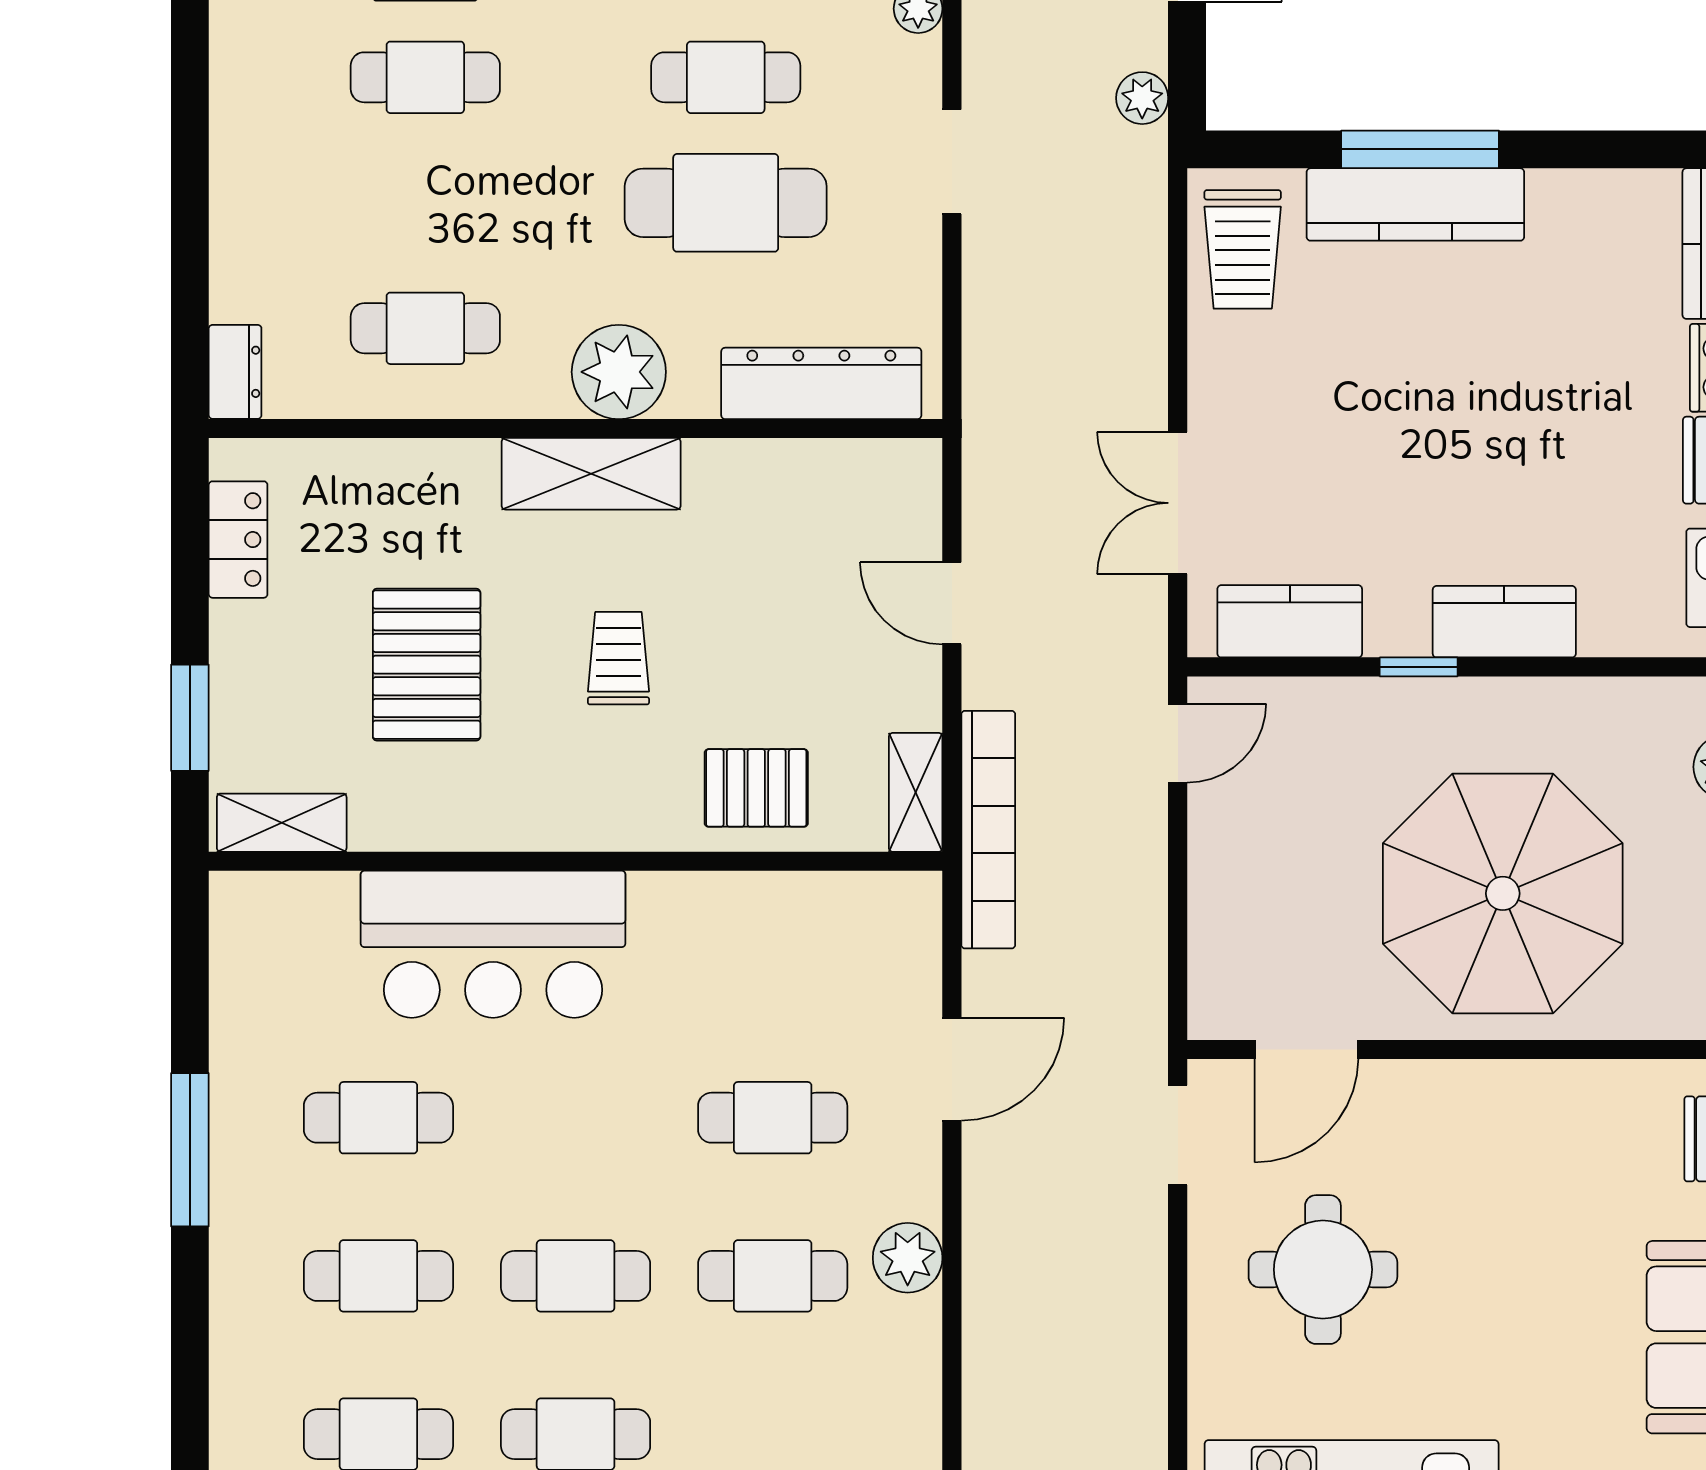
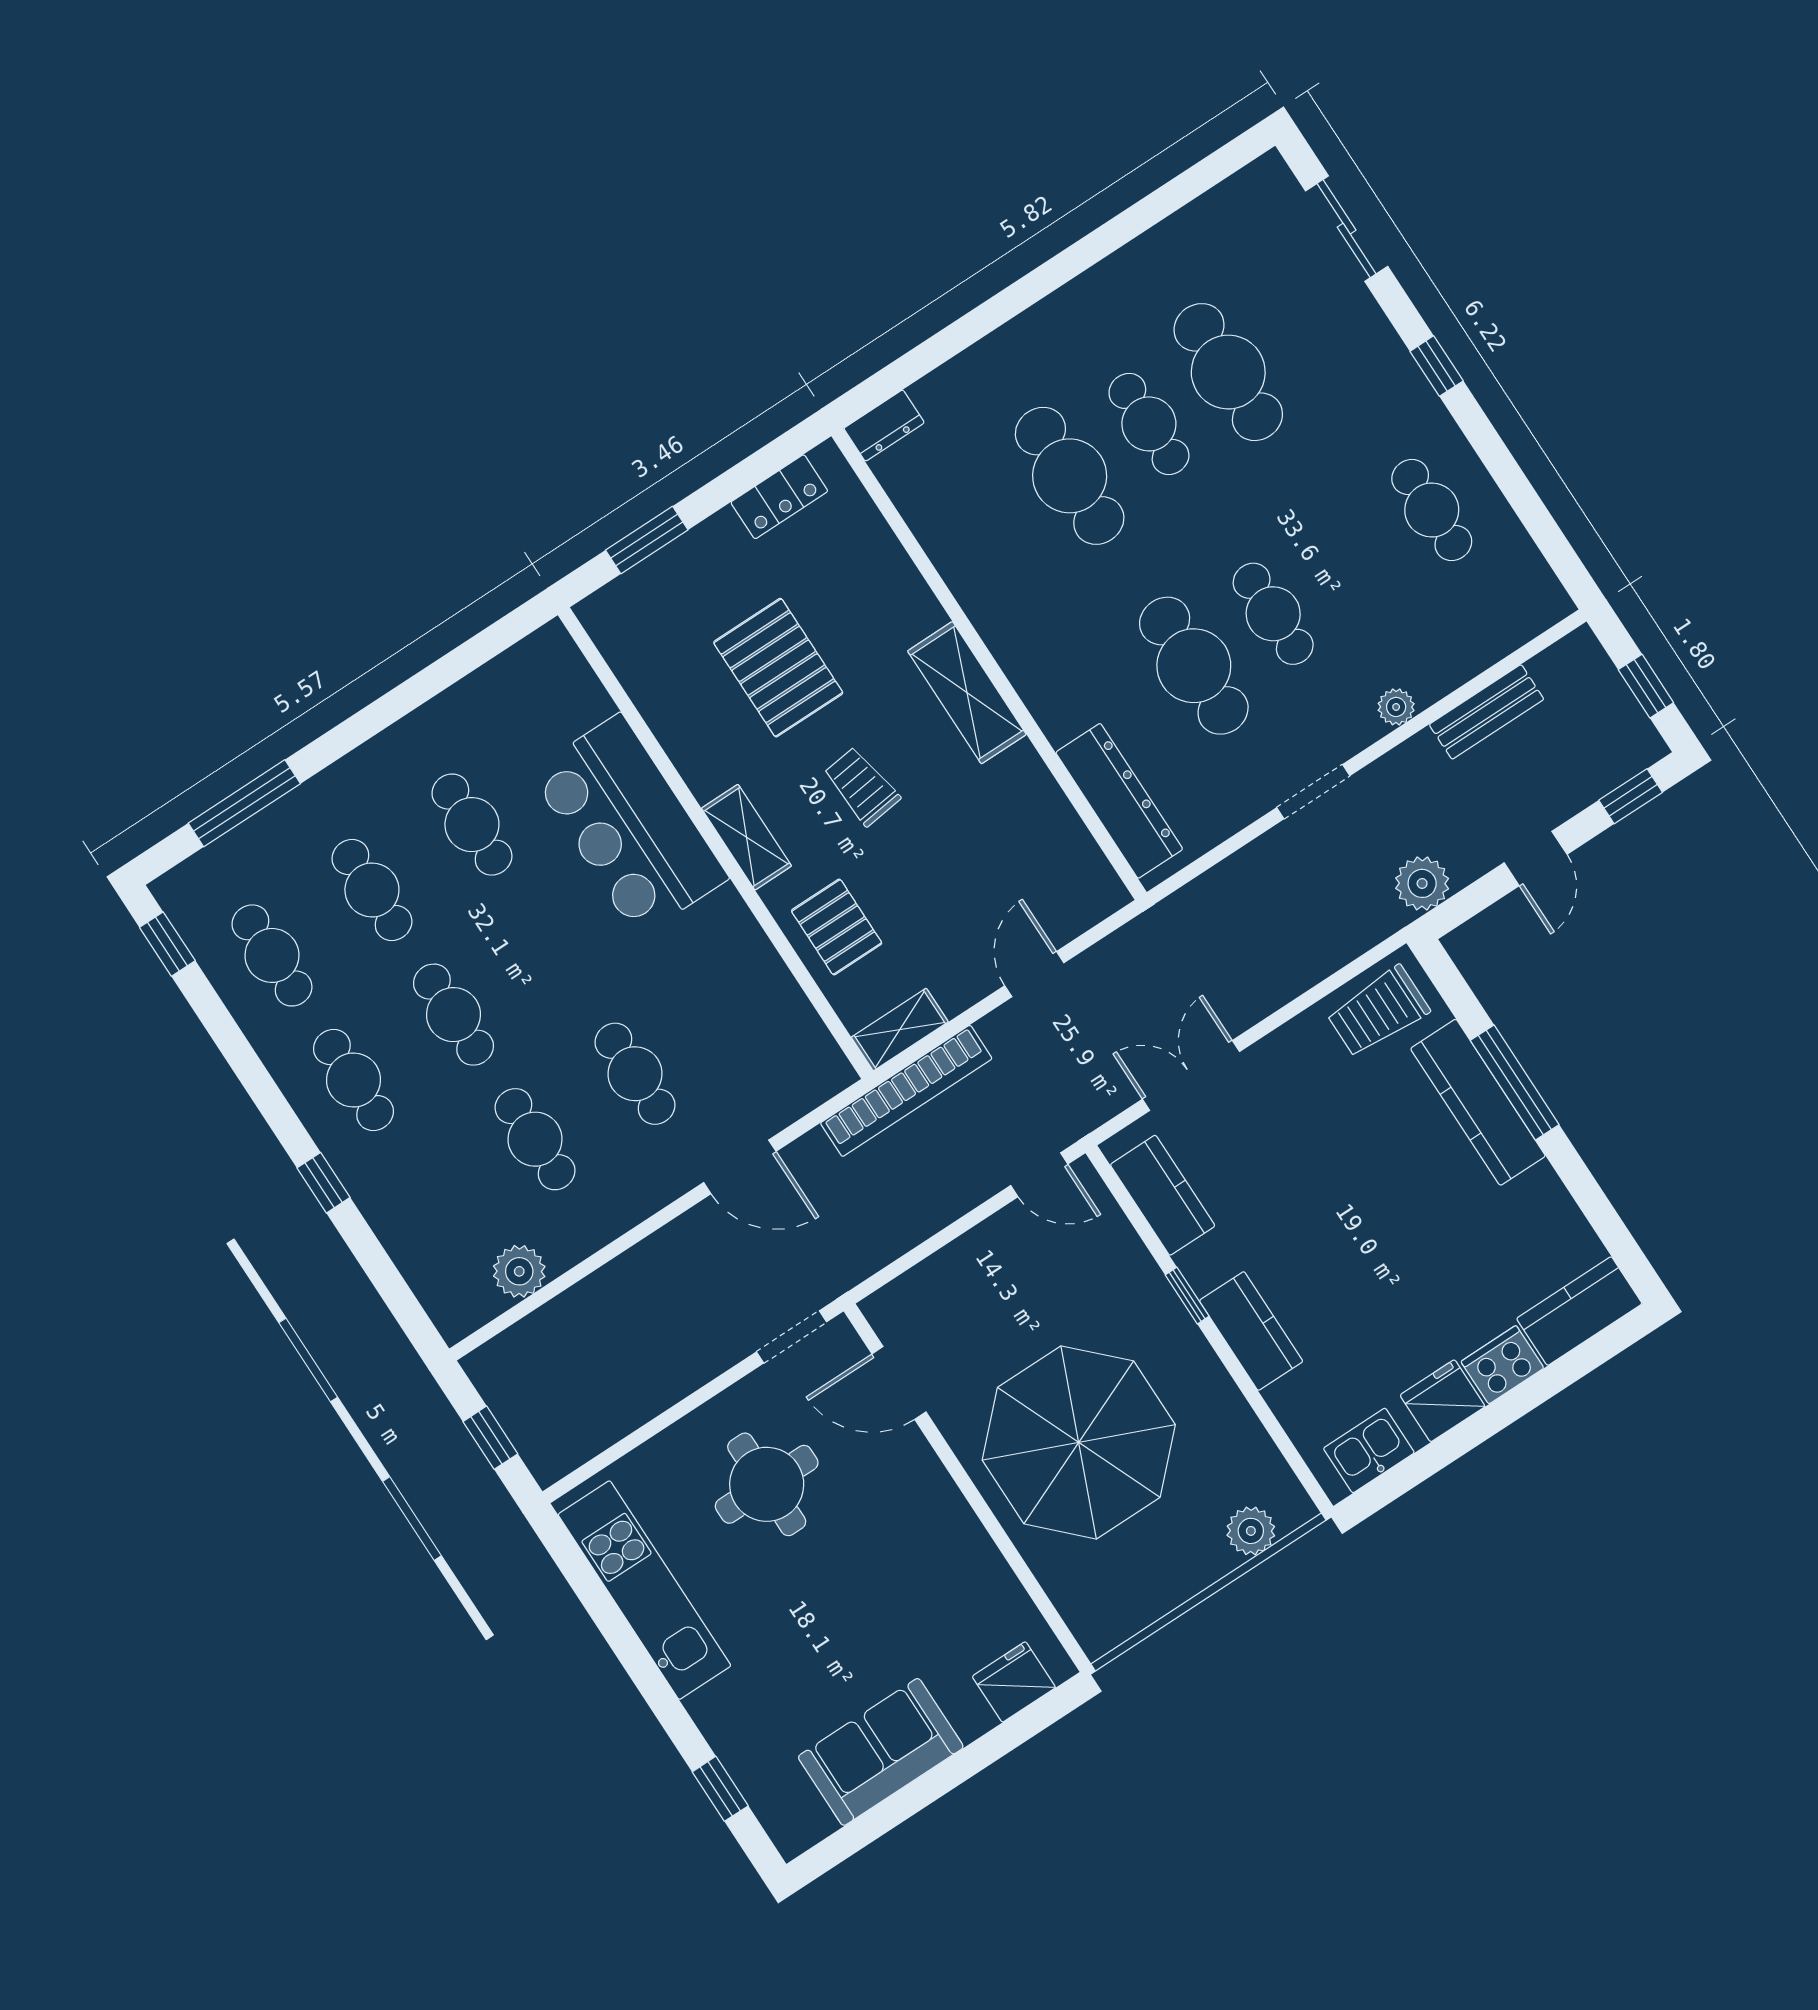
plant: (1142, 98) -> (1422, 883), width x1.38, depth x1.38
cafe table: (425, 328) -> (1070, 476), moved, width x1.37, depth x1.35
plant: (619, 372) -> (1043, 668), removed
trolley: (618, 658) -> (862, 786), turned -97
pallet: (427, 665) -> (778, 668), turned 90
shelving: (282, 823) -> (746, 837), moved
window: (190, 1150) -> (244, 803), moved
plant: (908, 1258) -> (519, 1271), moved

